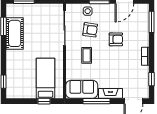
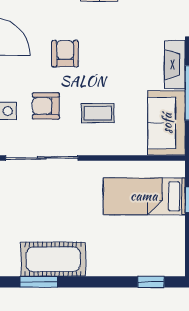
armchair: (90, 30) -> (46, 106), turned -98

